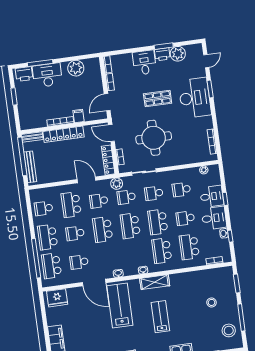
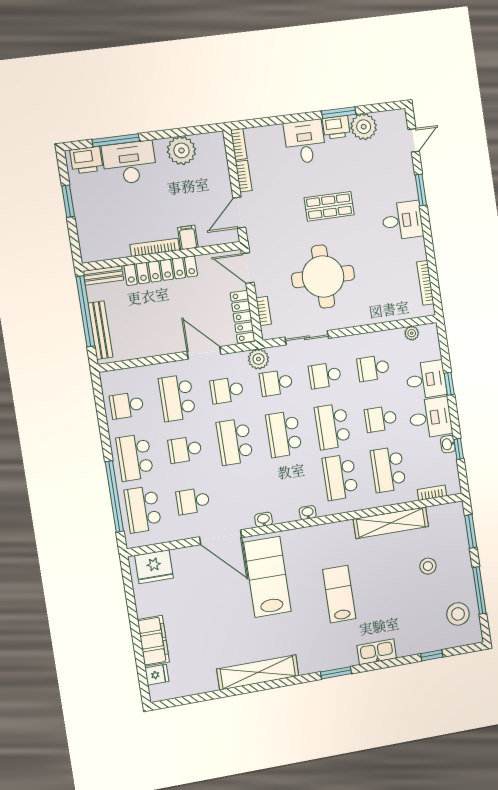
desk: (195, 98) -> (402, 220), width x0.53, depth x0.77
shelving: (155, 282) -> (391, 523), moved, width x1.47

